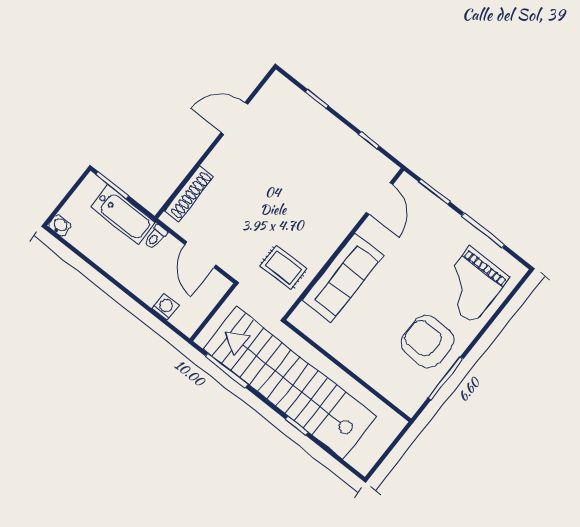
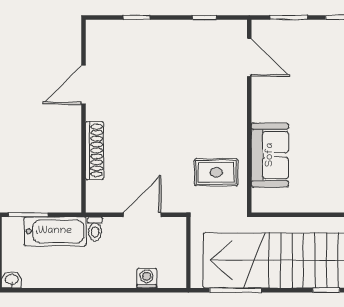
shoe rack: (189, 194) -> (95, 150), moved
door: (200, 255) -> (142, 215), swing flipped
sofa: (343, 278) -> (270, 155), width x0.73

